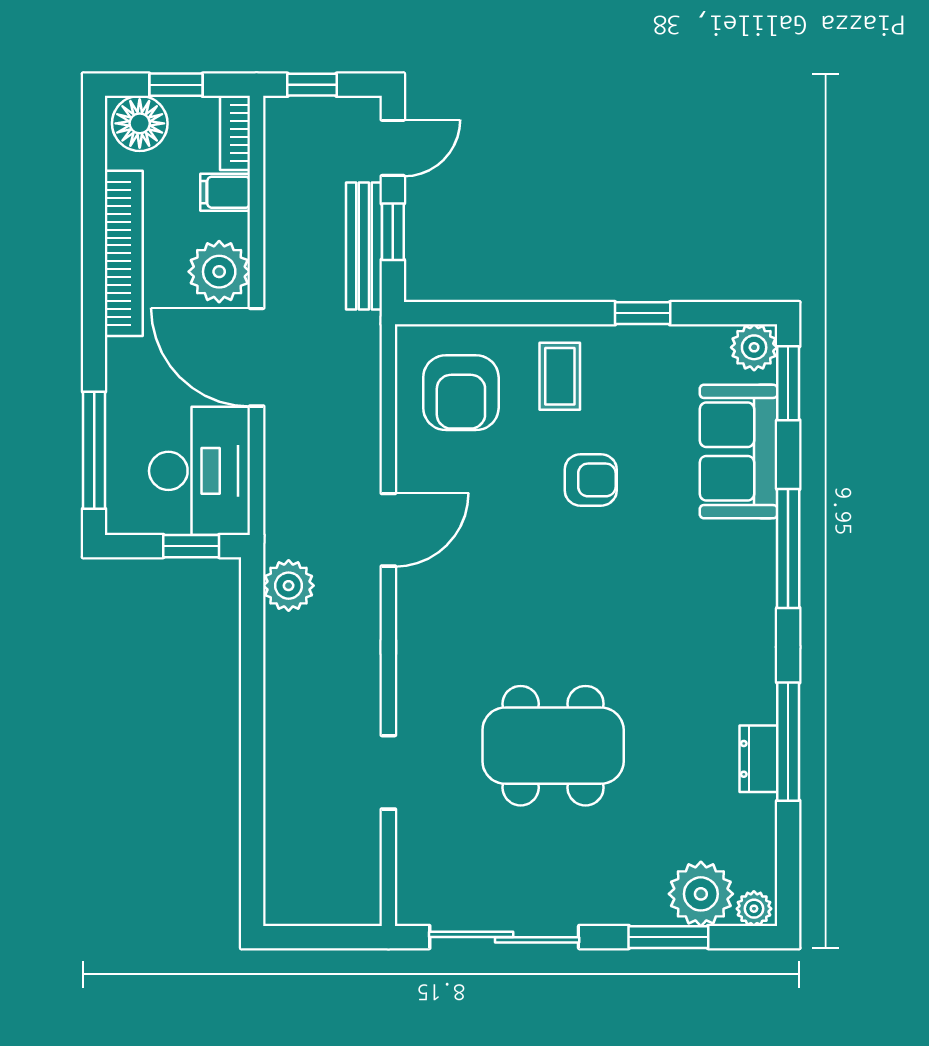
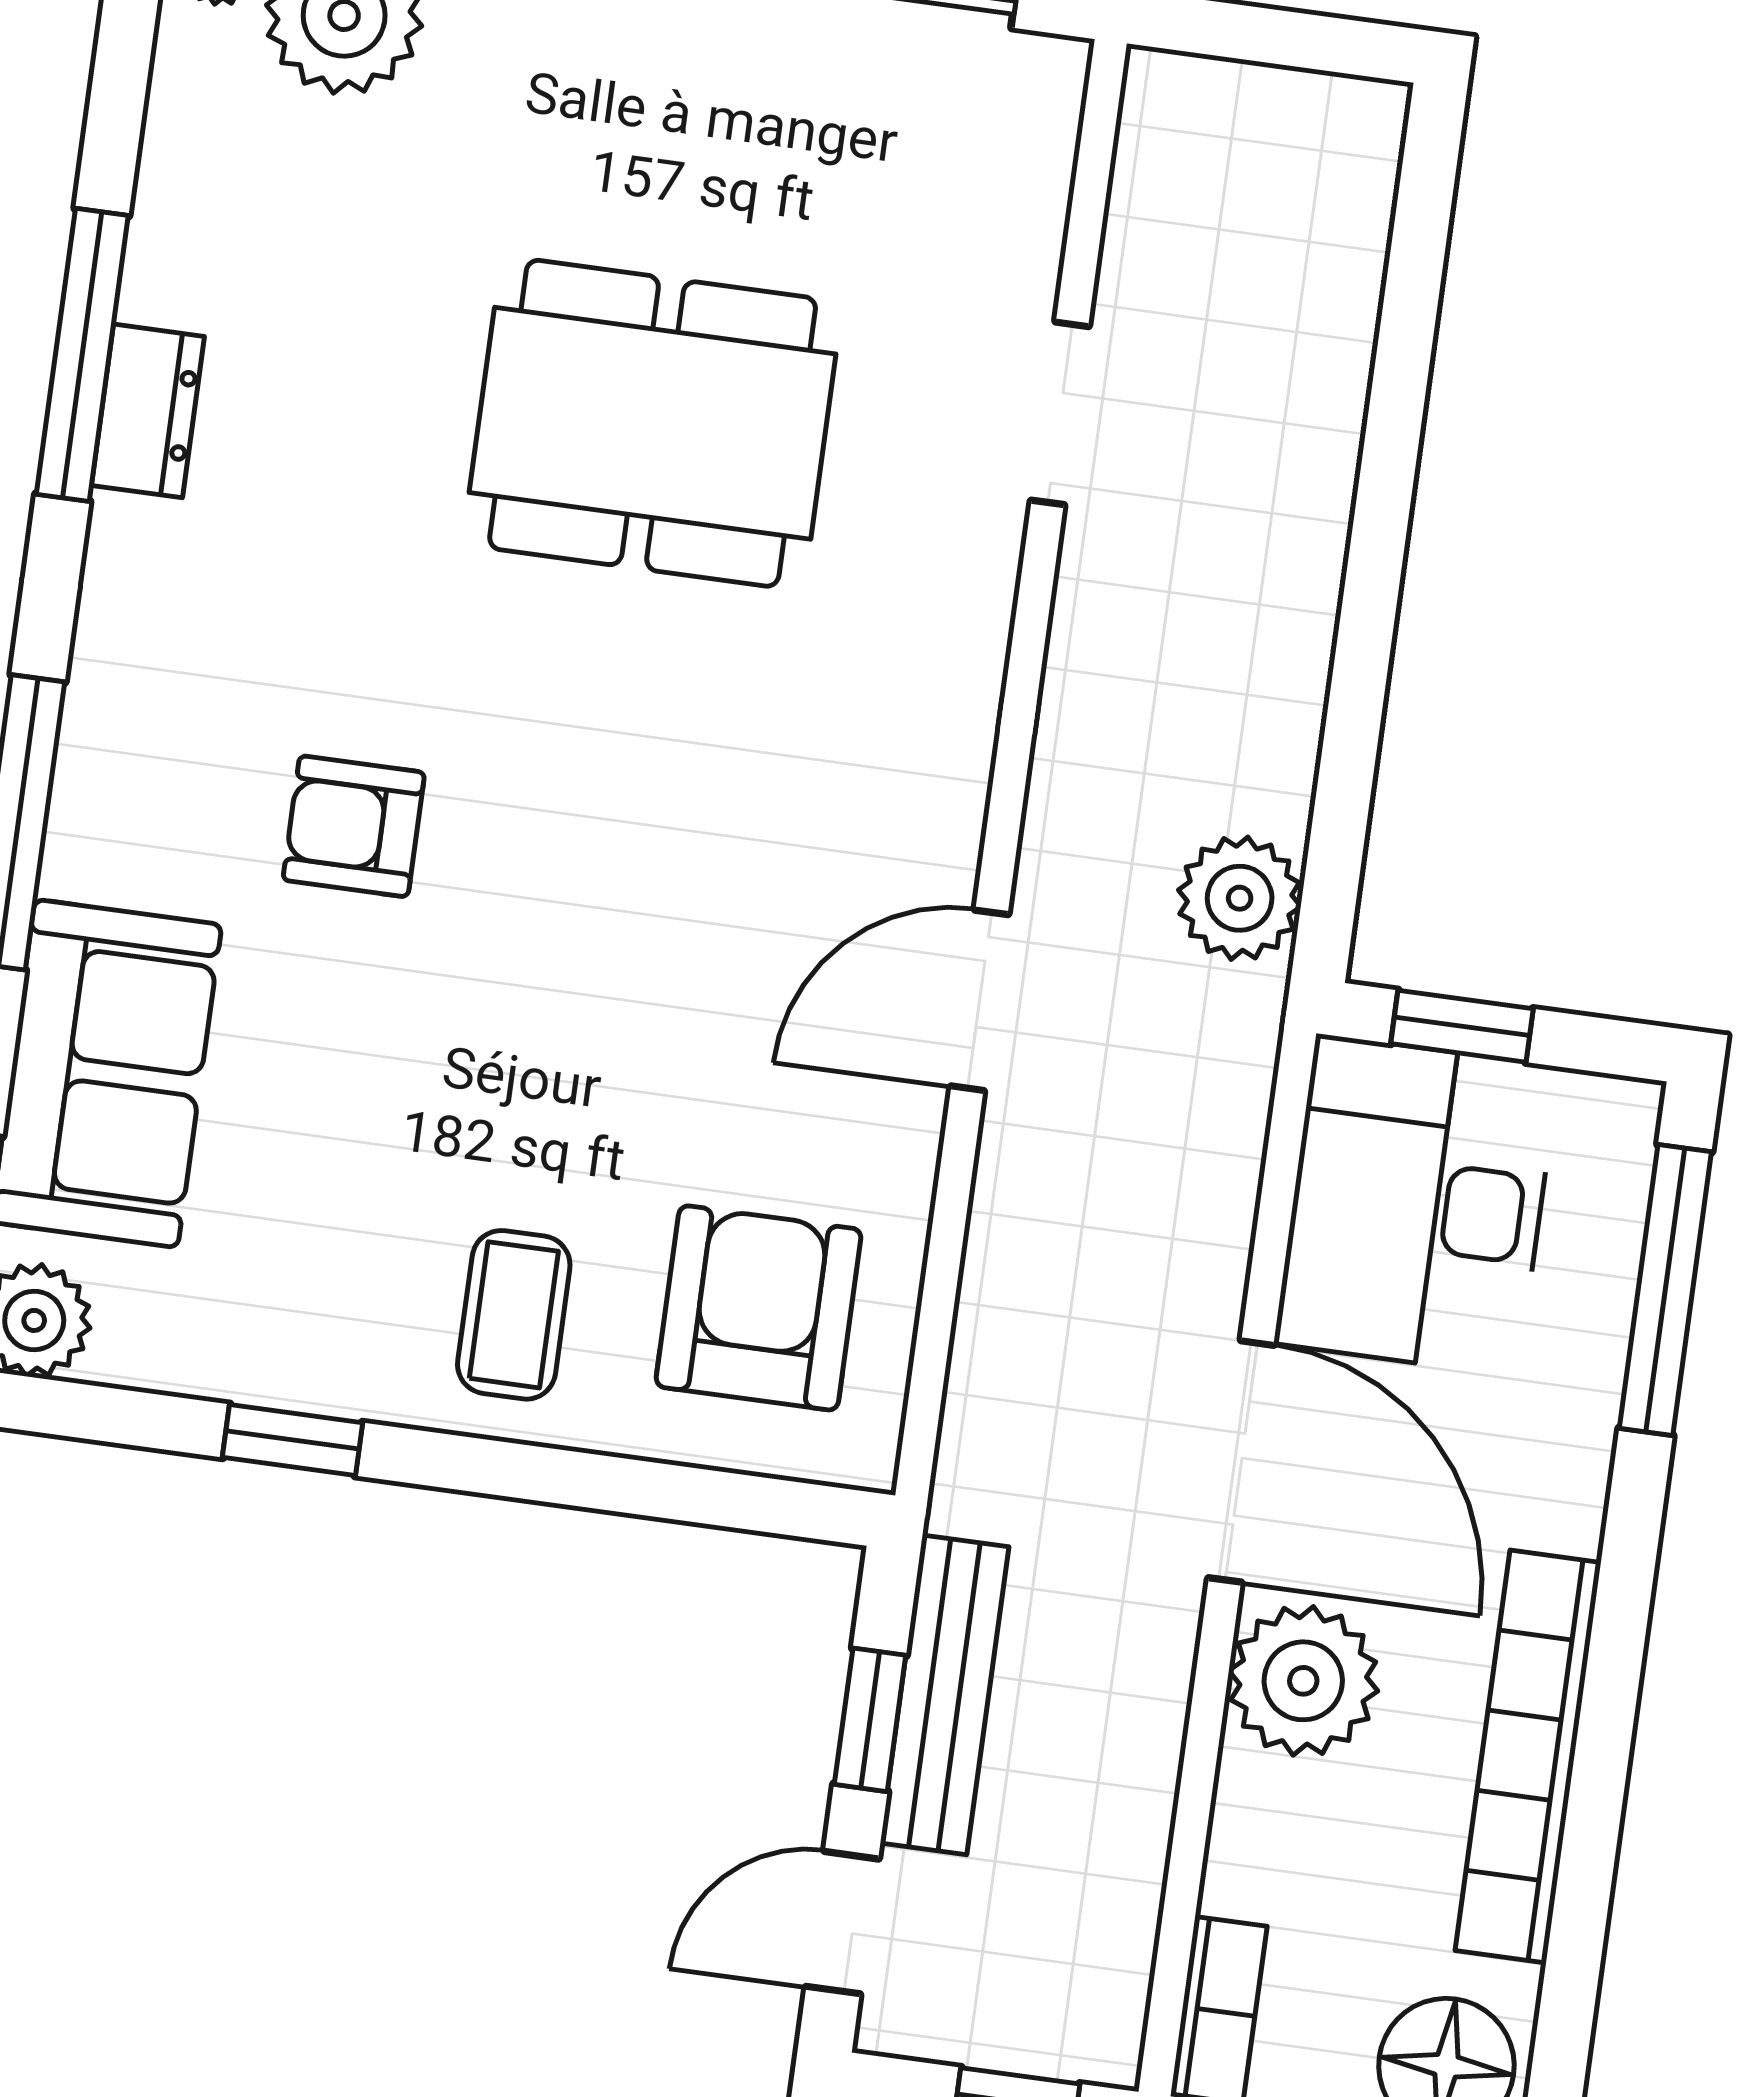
filing cabinet: (225, 192) -> (1262, 1871), removed
armchair: (591, 480) -> (354, 826), moved
dresser: (758, 759) -> (148, 411), moved

